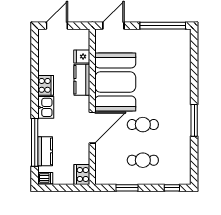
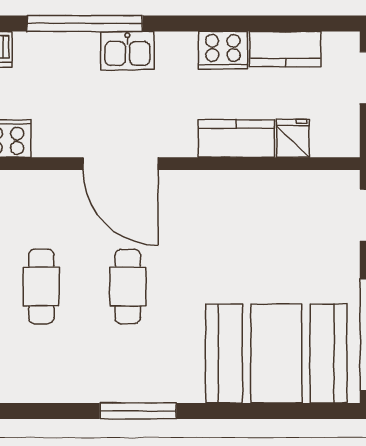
booth: (115, 82) -> (276, 353), moved
kitchen sink: (46, 107) -> (127, 51), moved
kitchen counter: (45, 151) -> (285, 49), moved

